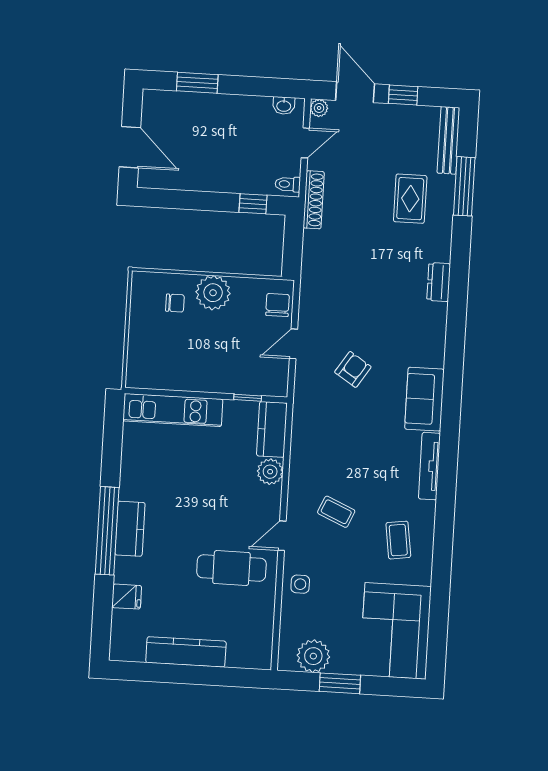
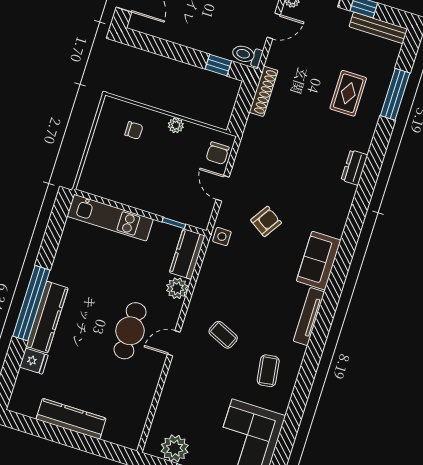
bench: (448, 140) -> (378, 28), moved, turned 90
toilet: (288, 184) -> (247, 55), width x1.37, depth x1.39
shoe rack: (314, 200) -> (263, 91), moved
plant: (213, 293) -> (176, 125), width x0.53, depth x0.53
chair: (277, 305) -> (218, 153), turned 180
door: (293, 344) -> (223, 188), hinge flipped
kitchen counter: (130, 529) -> (47, 317), width x1.50
cafe table: (231, 568) -> (130, 331), moved, turned 90
side table: (300, 584) -> (222, 237), moved

